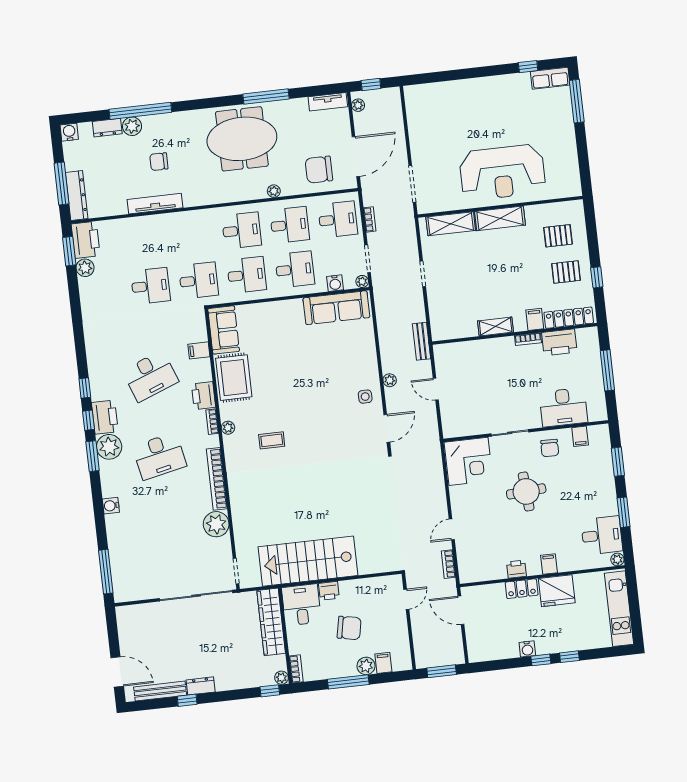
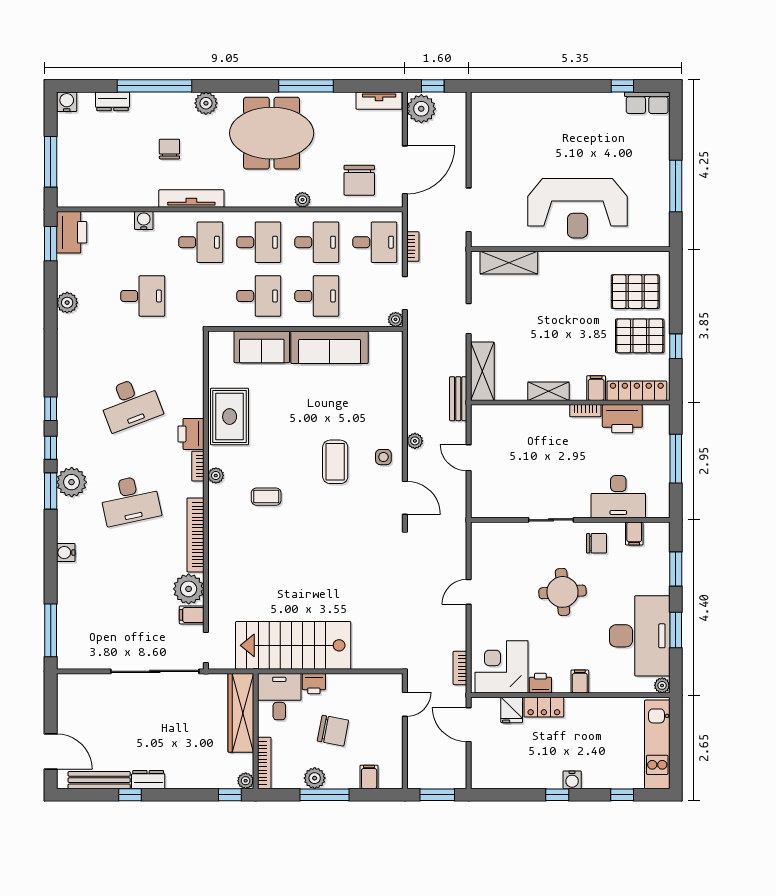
window: (577, 101) -> (676, 186), moved
plant: (358, 105) -> (421, 109), width x1.88, depth x1.88
plant: (132, 126) -> (206, 103), moved
chair: (159, 162) -> (169, 149), turned 90
chair: (319, 170) -> (359, 180), turned -90
dresser: (77, 195) -> (67, 178), removed
tv unit: (155, 204) -> (191, 199), moved
shelving: (500, 218) -> (482, 371), moved, turned 90
pallet: (558, 236) -> (635, 292), width x1.50, depth x1.42
plant: (85, 268) -> (67, 303), moved
pallet: (566, 272) -> (640, 336), width x1.50, depth x1.42
desk: (199, 280) -> (201, 242), moved
water cooler: (335, 283) -> (144, 220), moved, turned 180
sofa: (336, 308) -> (329, 347), moved
sofa: (224, 330) -> (262, 347), moved, turned 90
filing cabinet: (199, 350) -> (192, 615), moved
coffee table: (326, 405) -> (335, 462), added
printer: (105, 417) -> (70, 446), removed
door: (387, 428) -> (405, 498), hinge flipped
chair: (550, 448) -> (596, 543), turned -91
corner desk: (469, 461) -> (501, 667), moved, turned 180
door: (452, 529) -> (469, 592), moved
desk: (602, 535) -> (640, 636), width x1.87, depth x1.30
fridge: (557, 591) -> (512, 710), moved, width x0.53, depth x0.75
water cooler: (527, 649) -> (572, 780), moved
window: (569, 657) -> (622, 795), moved
plant: (366, 666) -> (315, 778), moved
bookcase: (296, 669) -> (264, 763), width x1.56

